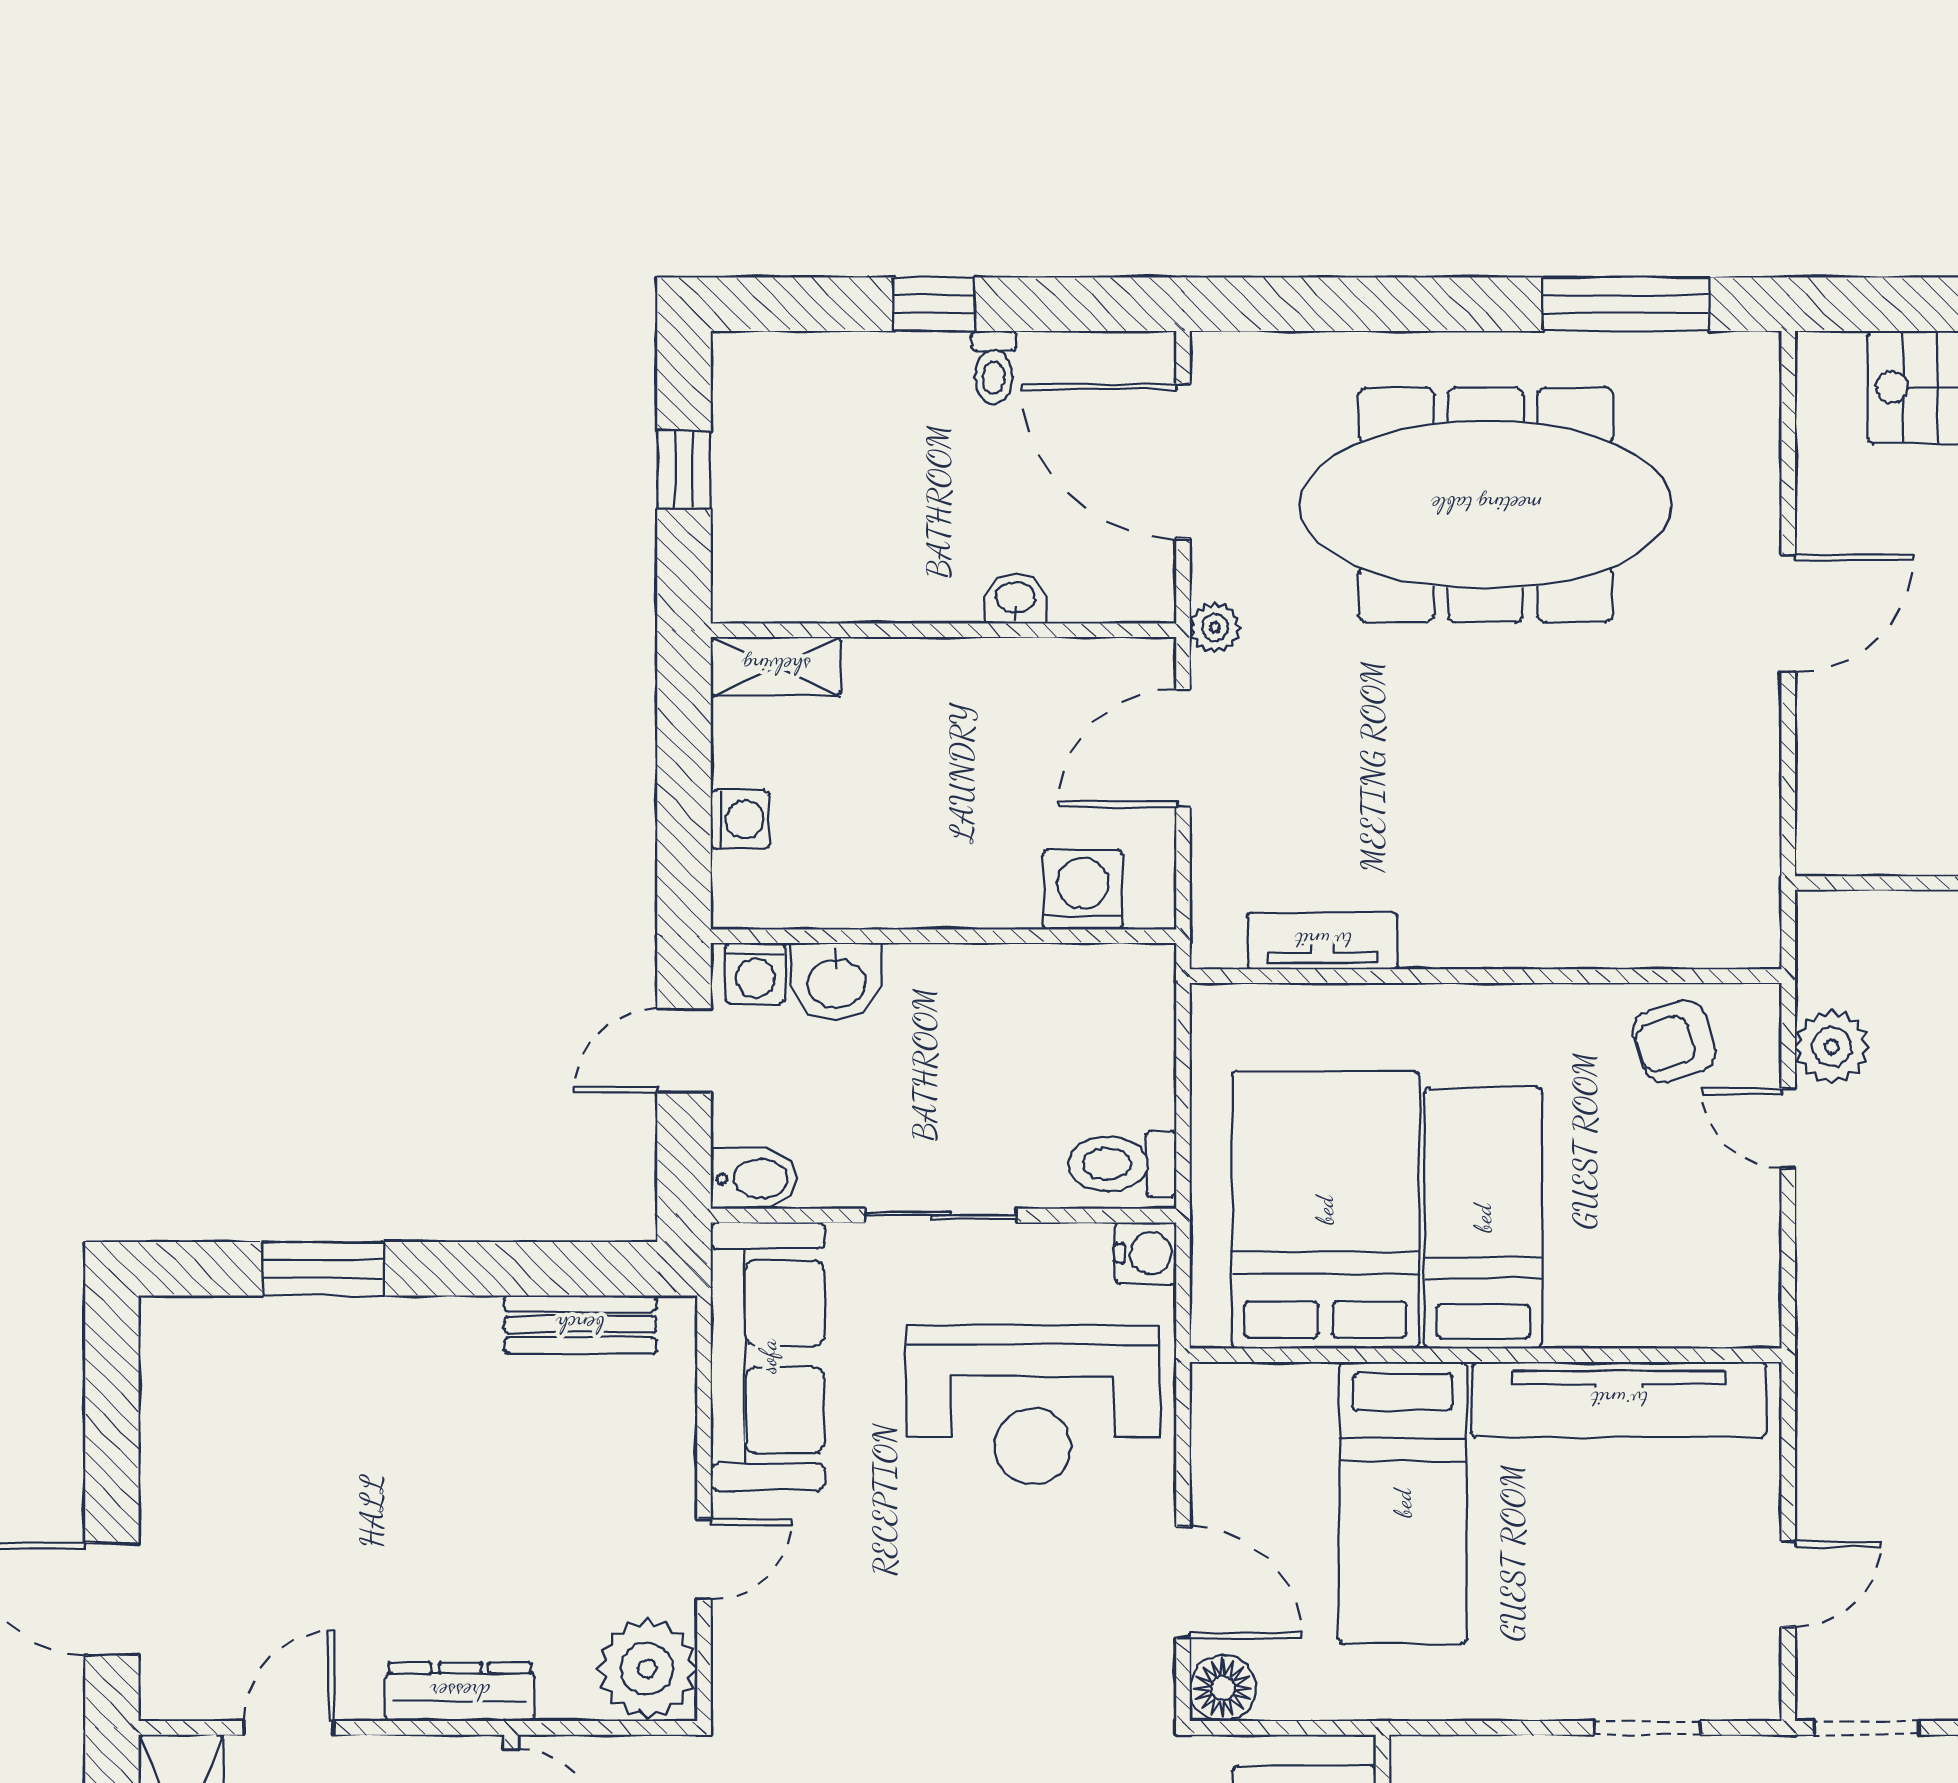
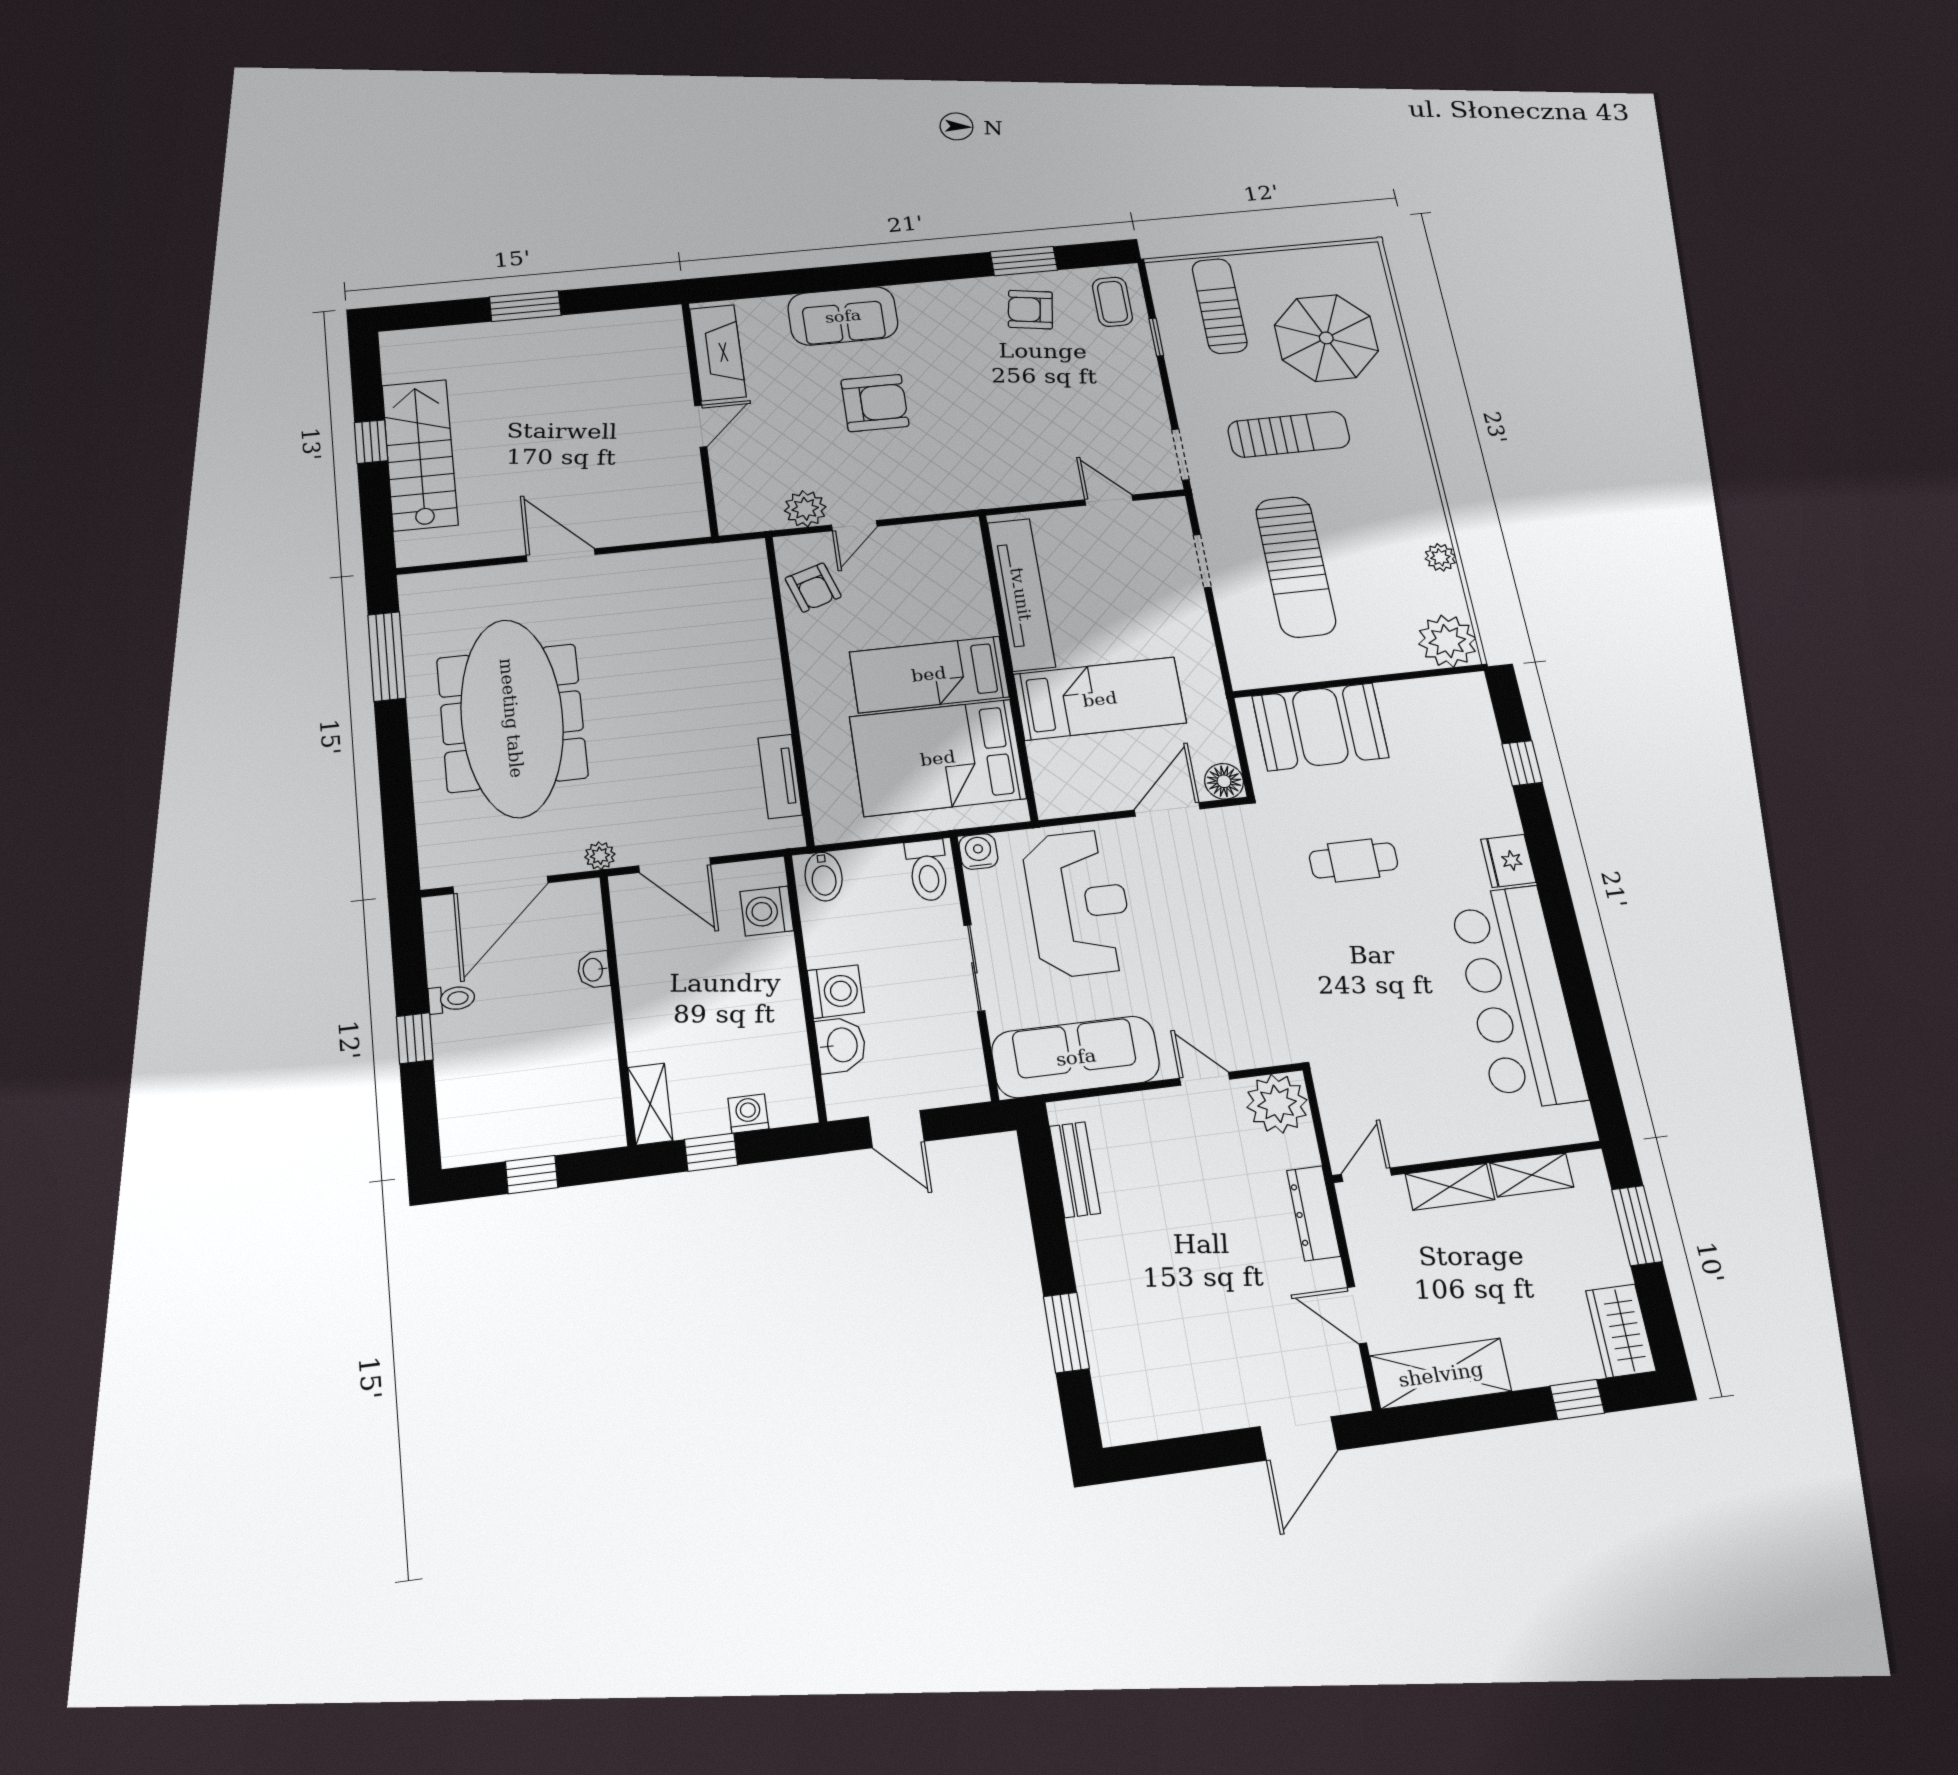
window: (684, 753) -> (711, 1152), added
washing machine: (755, 973) -> (836, 992), moved, width x1.38, depth x1.38
bidet: (755, 1179) -> (824, 877), moved, turned 180

